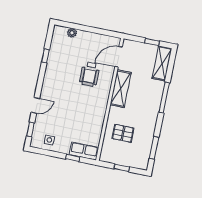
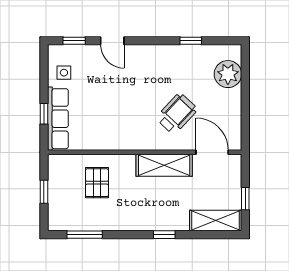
plant: (72, 33) -> (228, 74), width x1.88, depth x1.88
wheelchair: (90, 74) -> (177, 114), turned 133
window: (164, 97) -> (164, 235), width x0.46
row of seats: (84, 151) -> (58, 119), width x1.48

